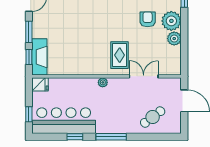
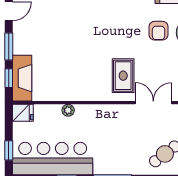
armchair: (148, 19) -> (159, 31), turned 180
plant: (103, 82) -> (68, 110), moved

